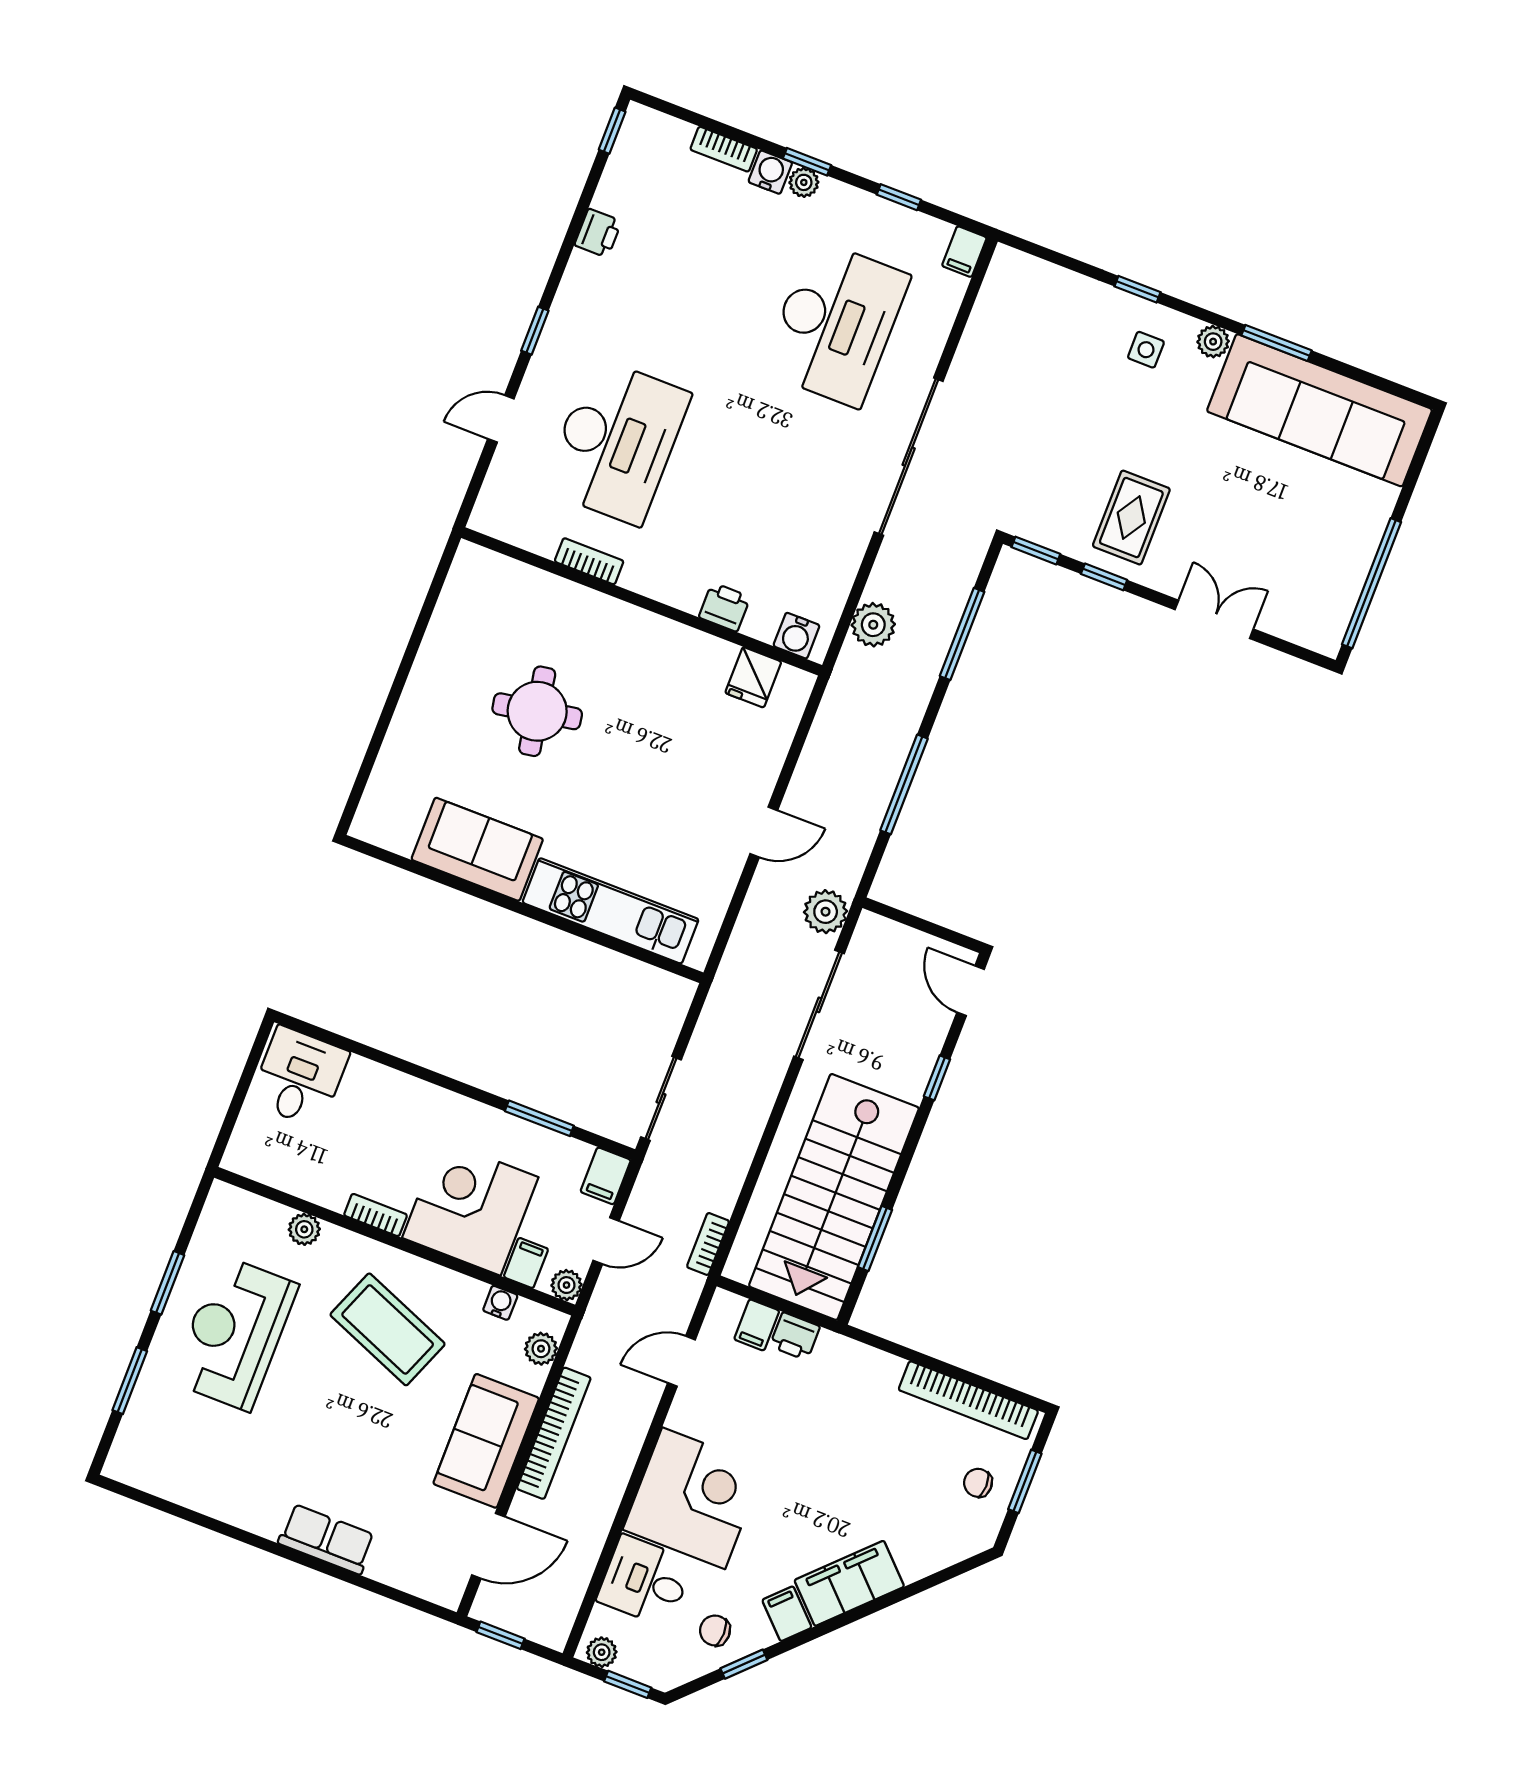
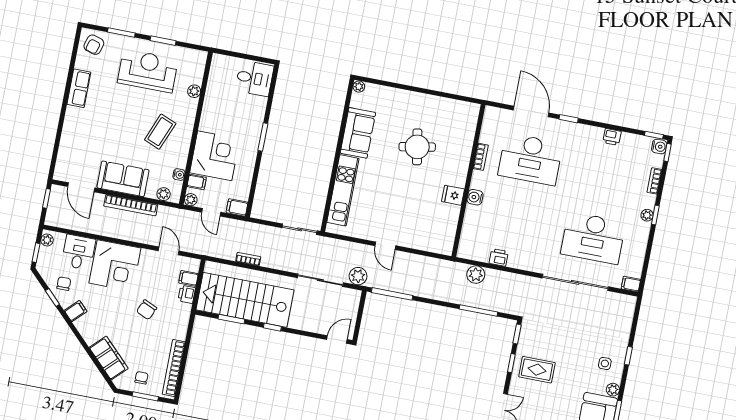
water cooler: (770, 172) -> (659, 147), moved
window: (899, 197) -> (667, 153), moved
door: (501, 419) -> (531, 111), width x1.88
sliding door: (909, 457) -> (575, 282), moved
printer: (725, 607) -> (499, 257), moved, turned -90
water cooler: (796, 636) -> (475, 197), moved
fridge: (753, 677) -> (453, 195), moved
window: (904, 784) -> (392, 294), moved
plant: (365, 827) -> (359, 87), added
window: (937, 1078) -> (272, 327), moved
sliding door: (661, 1098) -> (300, 229), moved
window: (539, 1118) -> (263, 137), moved
bookcase: (376, 1215) -> (205, 119), removed
bookcase: (708, 1244) -> (248, 259), moved
coffee table: (388, 1329) -> (160, 132), width x0.73, depth x0.76
chair: (815, 1441) -> (147, 310), added
armchair: (147, 1453) -> (94, 45), added
row of seats: (327, 1539) -> (79, 88), moved
filing cabinet: (849, 1583) -> (109, 358), moved

